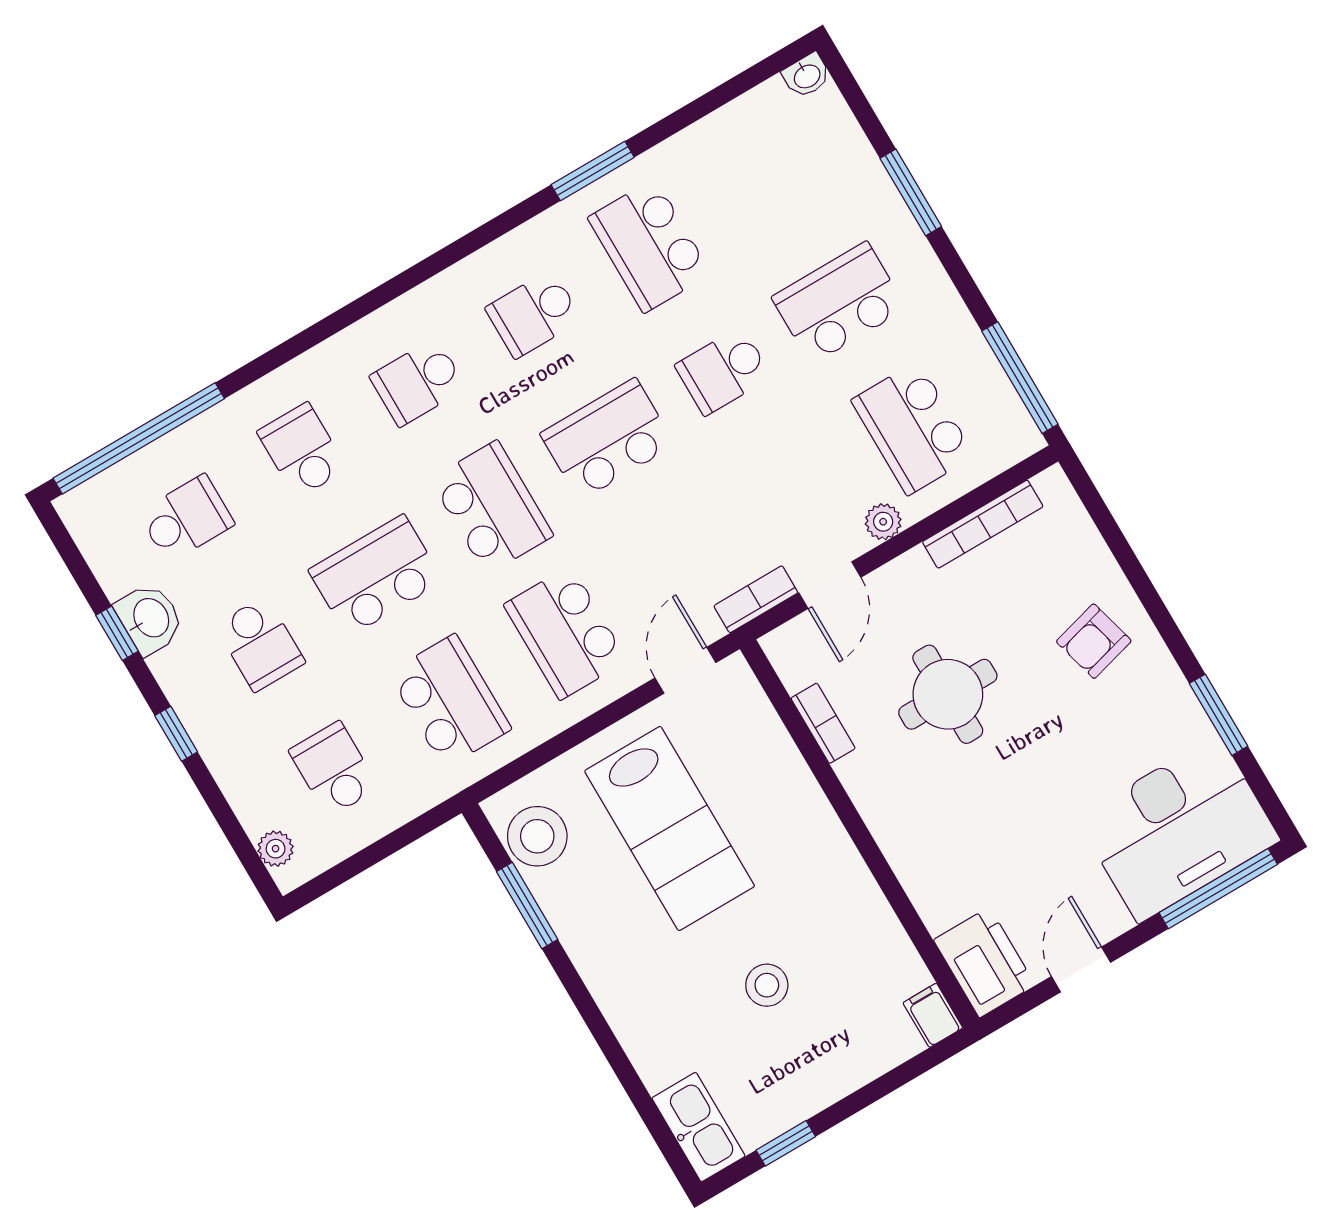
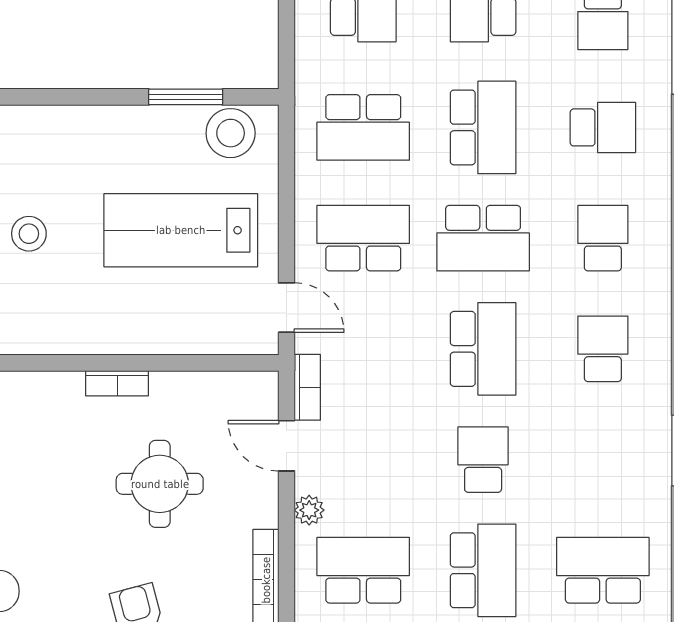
school desk: (649, 246) -> (603, 570), moved
bookcase: (823, 723) -> (117, 383), moved

